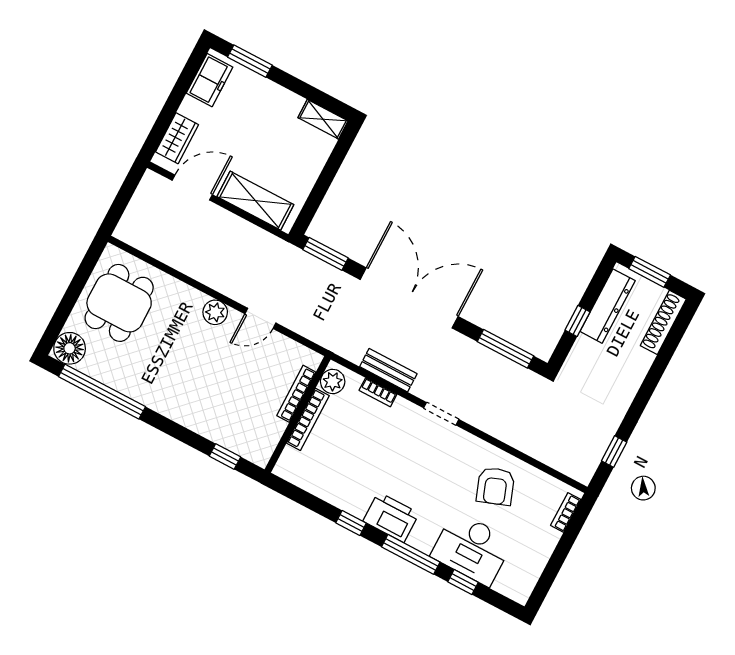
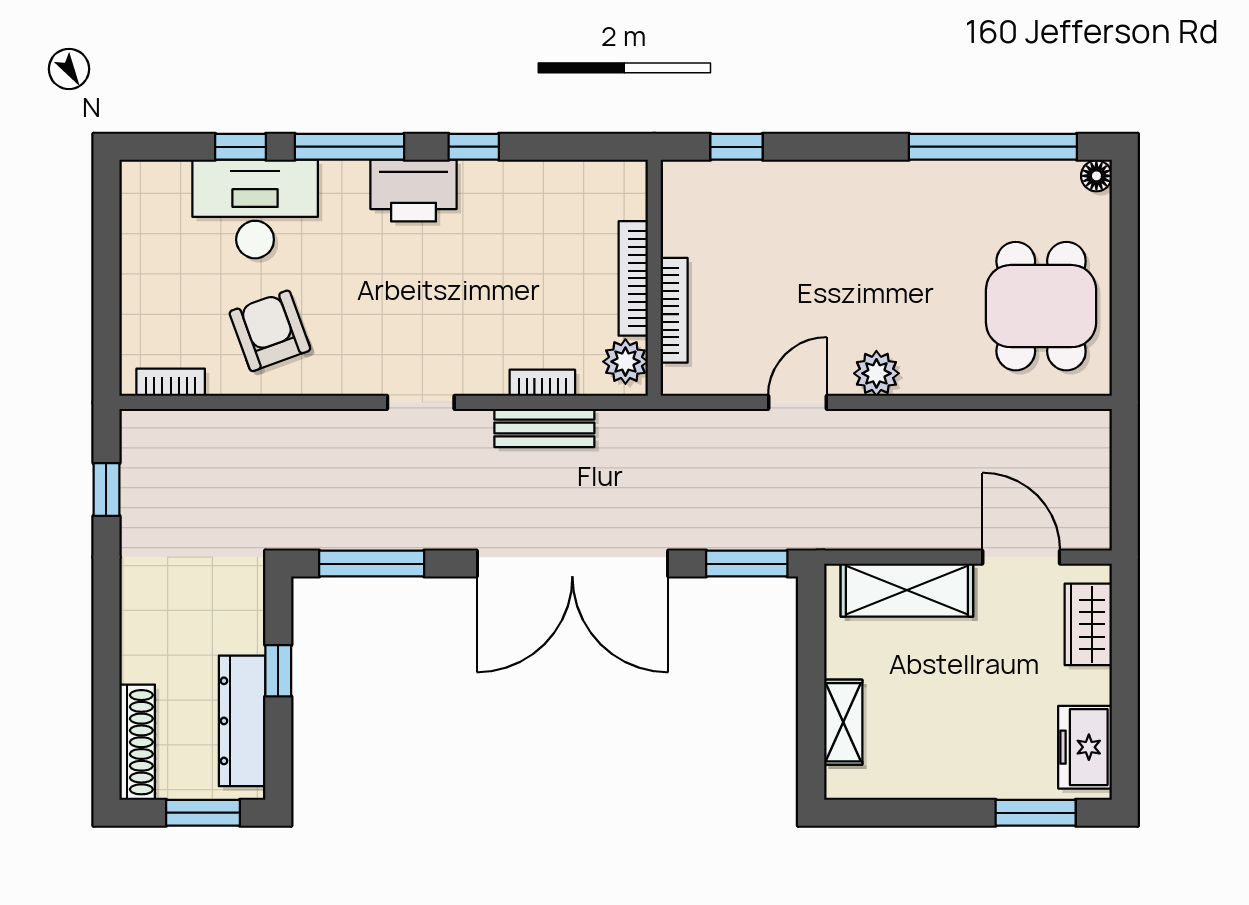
shelving: (323, 119) -> (843, 722), moved, turned 90
door: (192, 188) -> (1021, 557), swing flipped
floor lamp: (70, 348) -> (1096, 176), width x0.53, depth x0.53
bookcase: (566, 512) -> (171, 382), moved, turned -90

